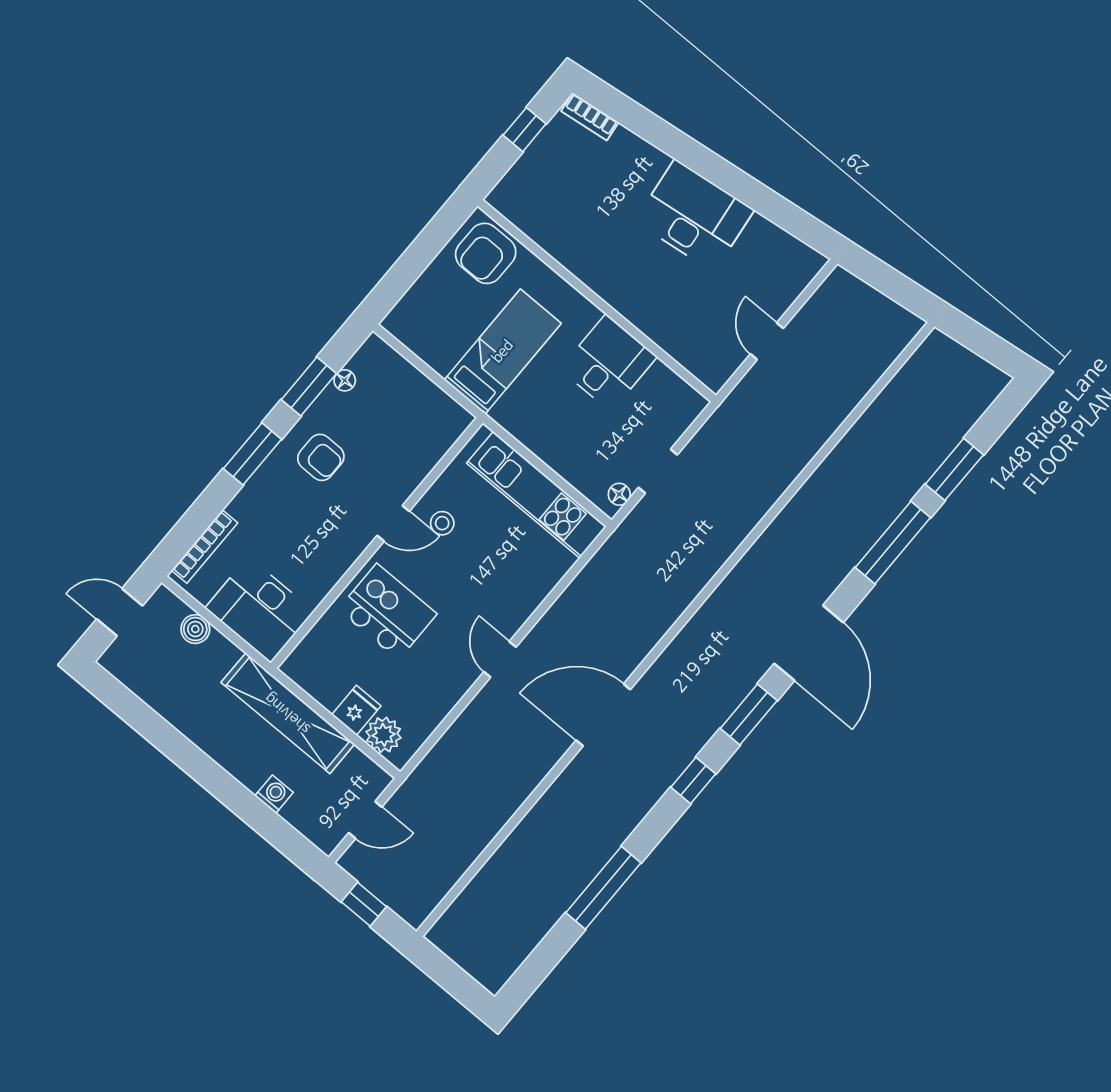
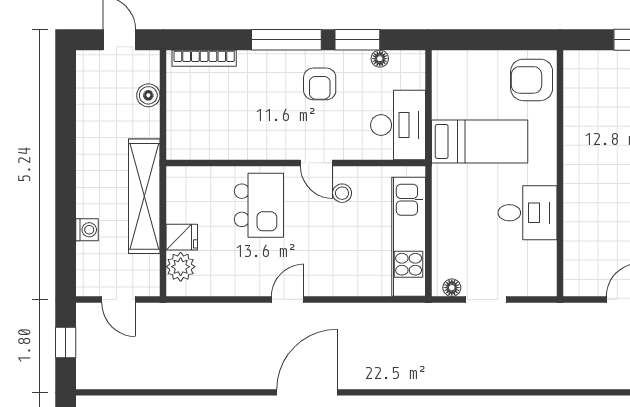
window: (252, 454) -> (286, 40), width x1.44
desk: (259, 610) -> (398, 125), moved, turned 180
door: (603, 715) -> (307, 392), hinge flipped

